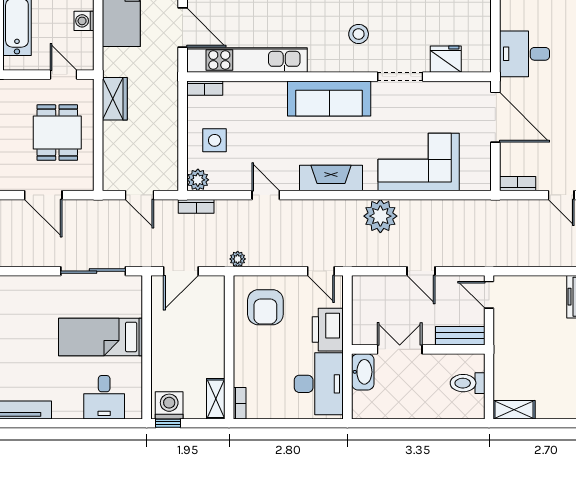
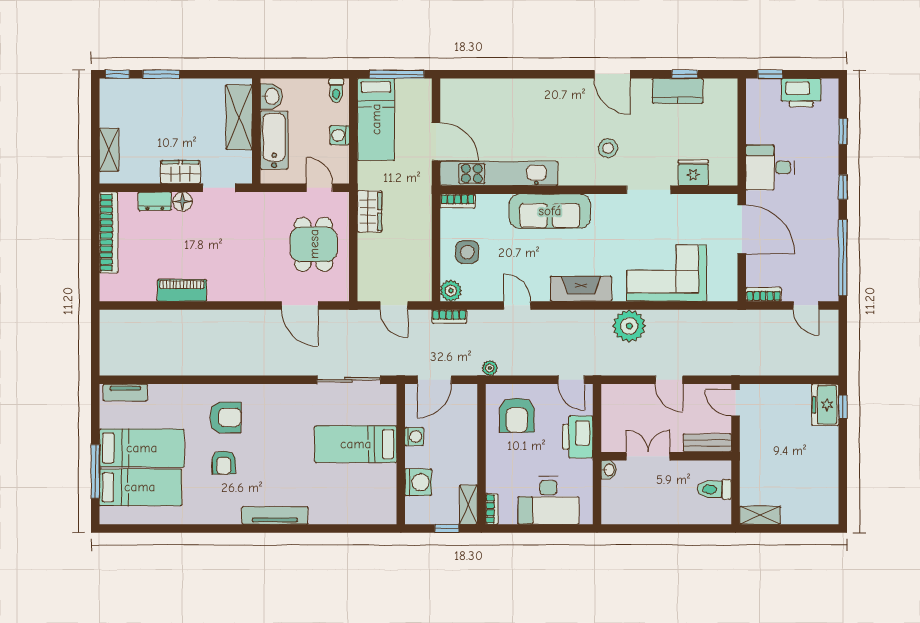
sofa: (329, 99) -> (550, 211), moved
washing machine: (160, 329) -> (414, 436), added
washbasin: (363, 372) -> (609, 470), width x0.52, depth x0.69
desk: (319, 384) -> (548, 501), moved, turned 90
desk: (104, 397) -> (359, 503), removed
washing machine: (169, 405) -> (418, 482), moved, turned 90
window: (168, 423) -> (447, 529), moved

